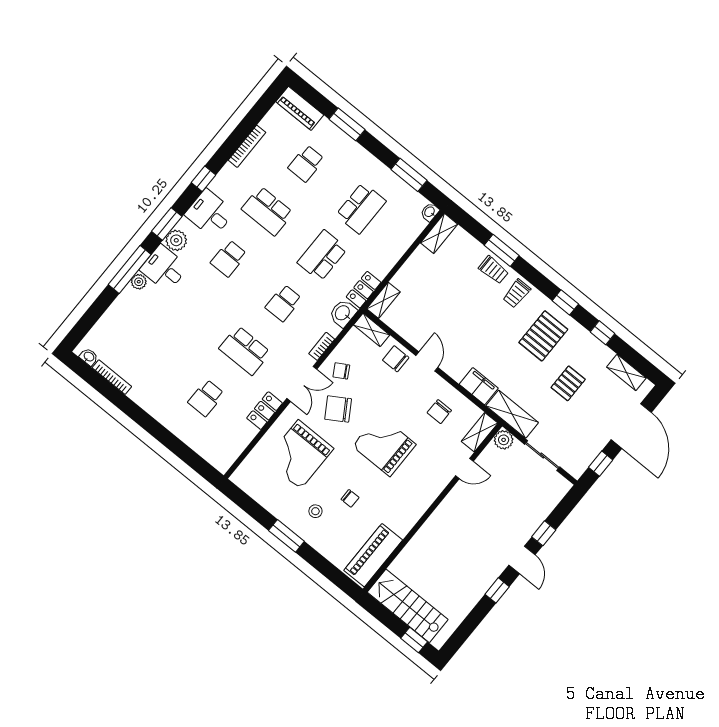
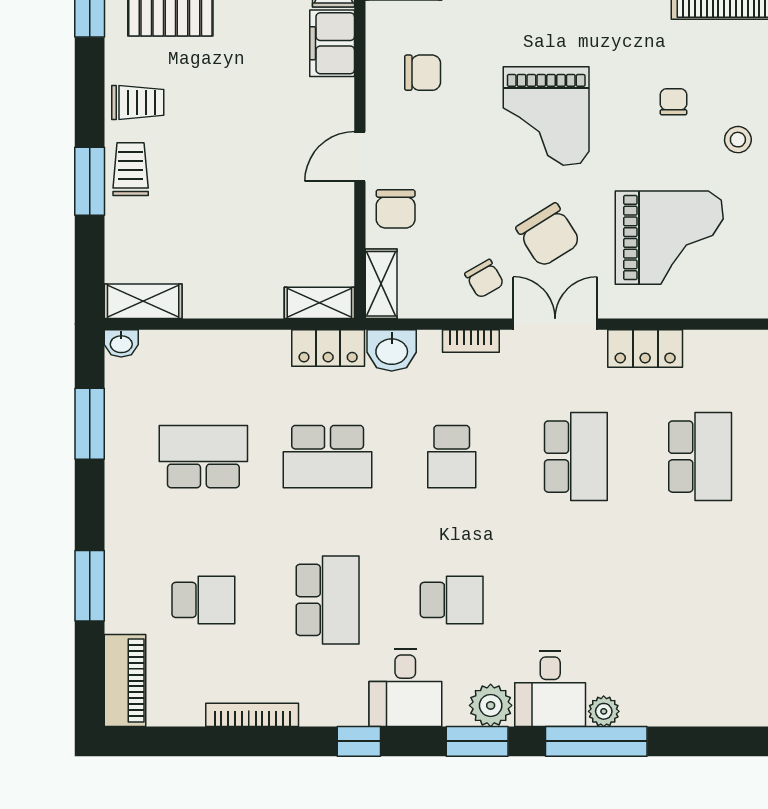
school desk: (284, 303) -> (452, 457), turned 90
school desk: (206, 398) -> (700, 457), width x1.85

